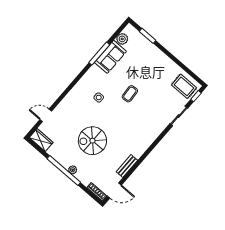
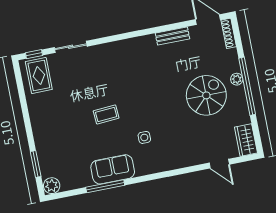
plant: (122, 39) -> (52, 186), moved
sofa: (110, 57) -> (113, 169), moved
spiral stairs: (92, 141) -> (206, 95), moved, turned -90

